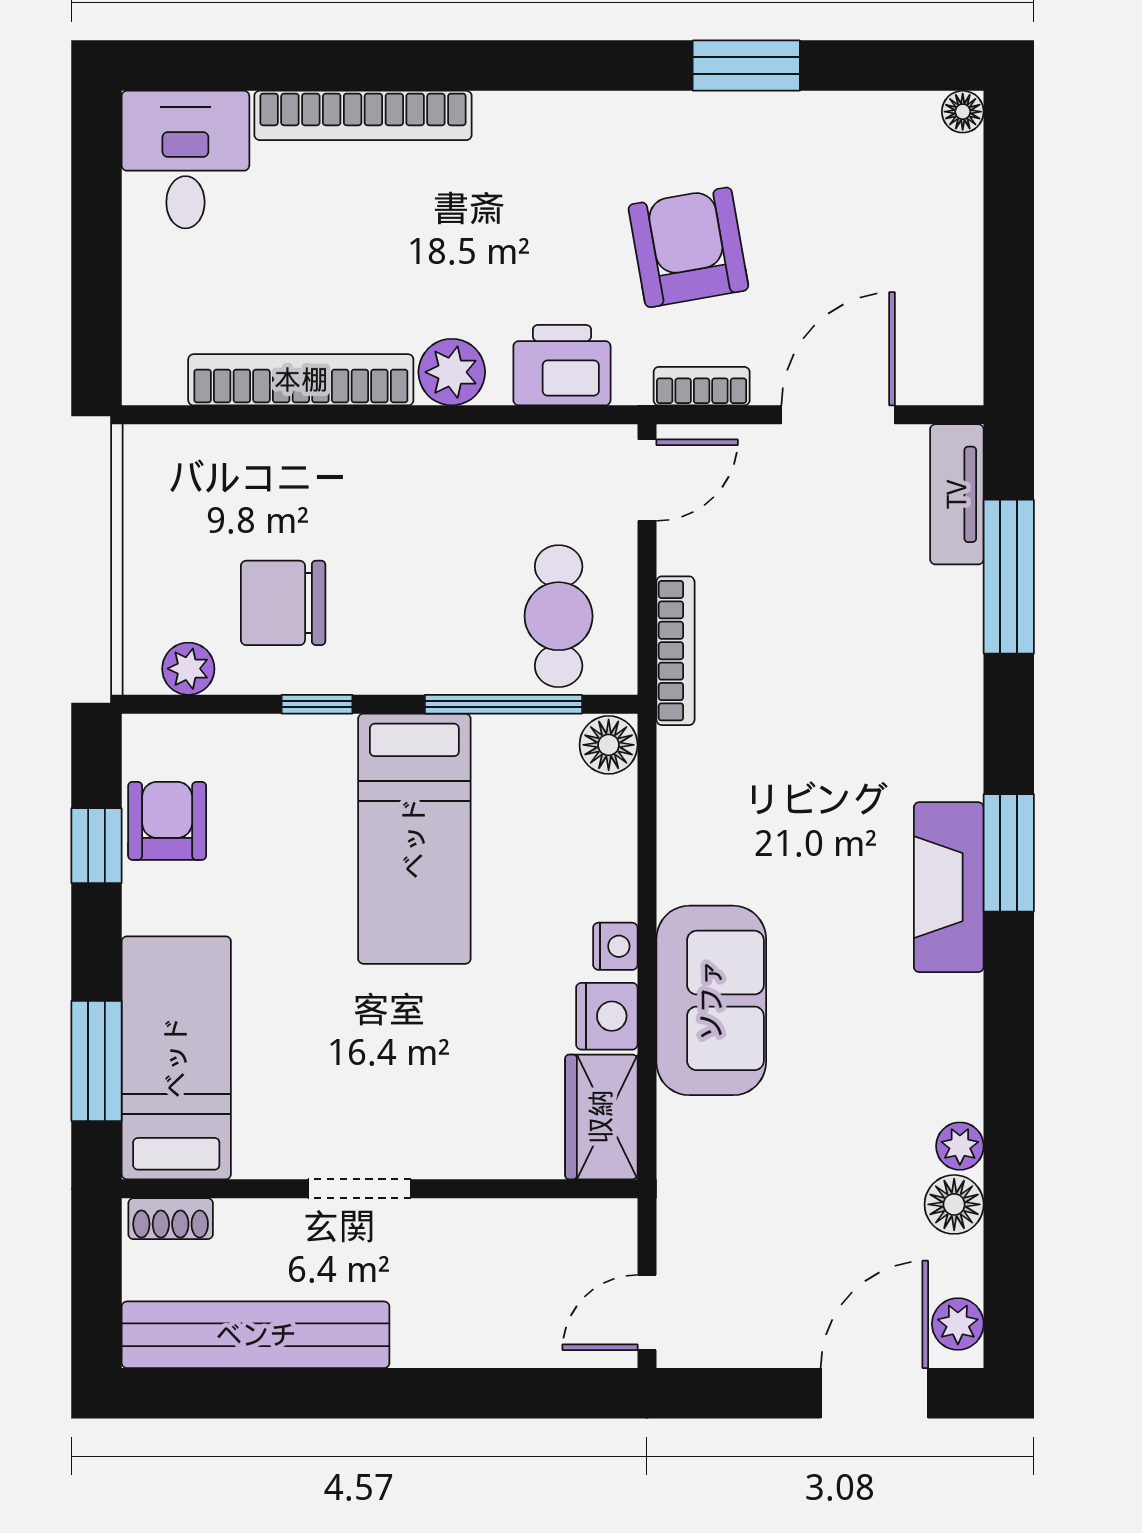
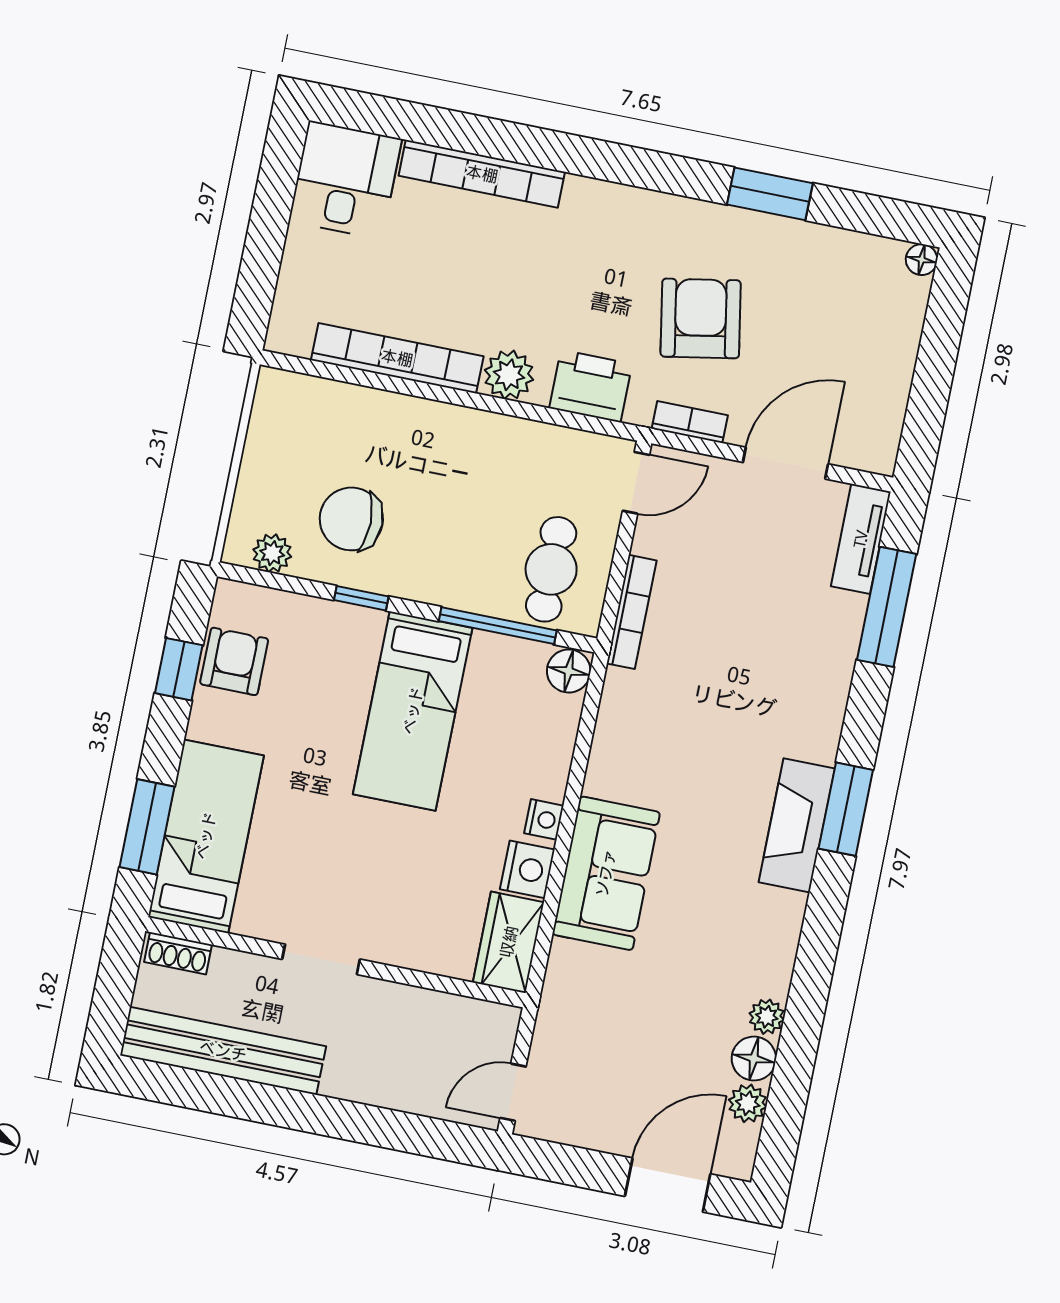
plant: (958, 1324) -> (748, 1103), moved

